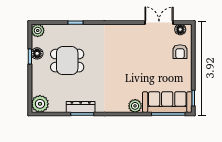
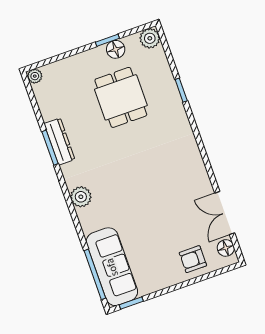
double door: (159, 23) -> (225, 213), swing flipped
plant: (40, 104) -> (35, 76), width x0.53, depth x0.53
plant: (135, 106) -> (81, 197), moved

